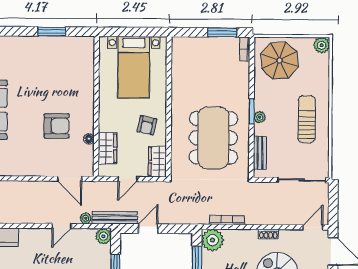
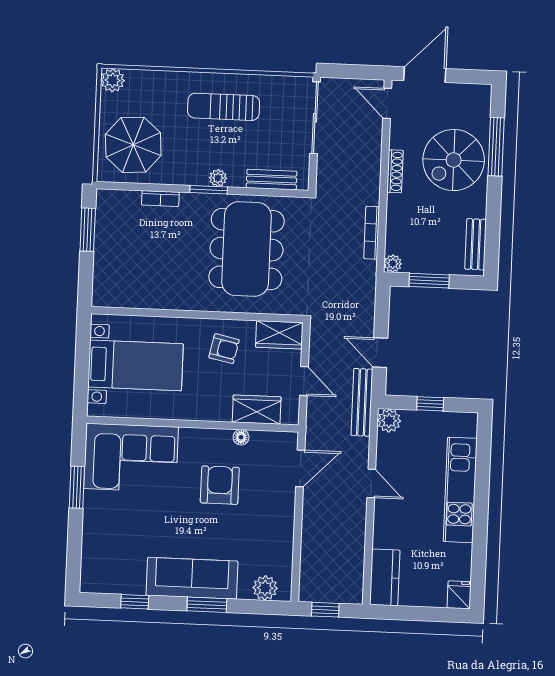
bookcase: (245, 49) -> (160, 199), moved
corner sofa: (73, 67) -> (131, 458), added
dining table: (213, 138) -> (247, 249), turned 90
plant: (86, 218) -> (361, 446), removed
shoe rack: (268, 234) -> (395, 171), width x1.43
plant: (212, 240) -> (393, 264), width x0.53, depth x0.53

